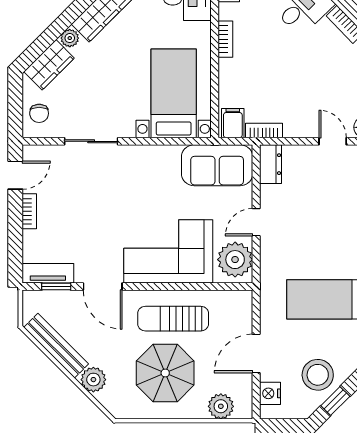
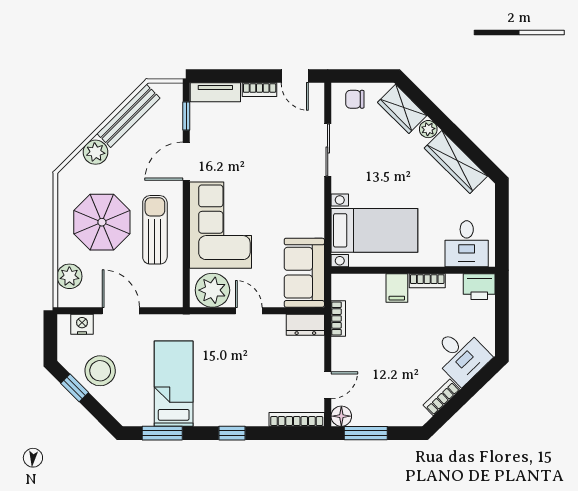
filing cabinet: (233, 123) -> (397, 288), moved, turned 90
tv unit: (48, 273) -> (215, 92), moved, turned 90

